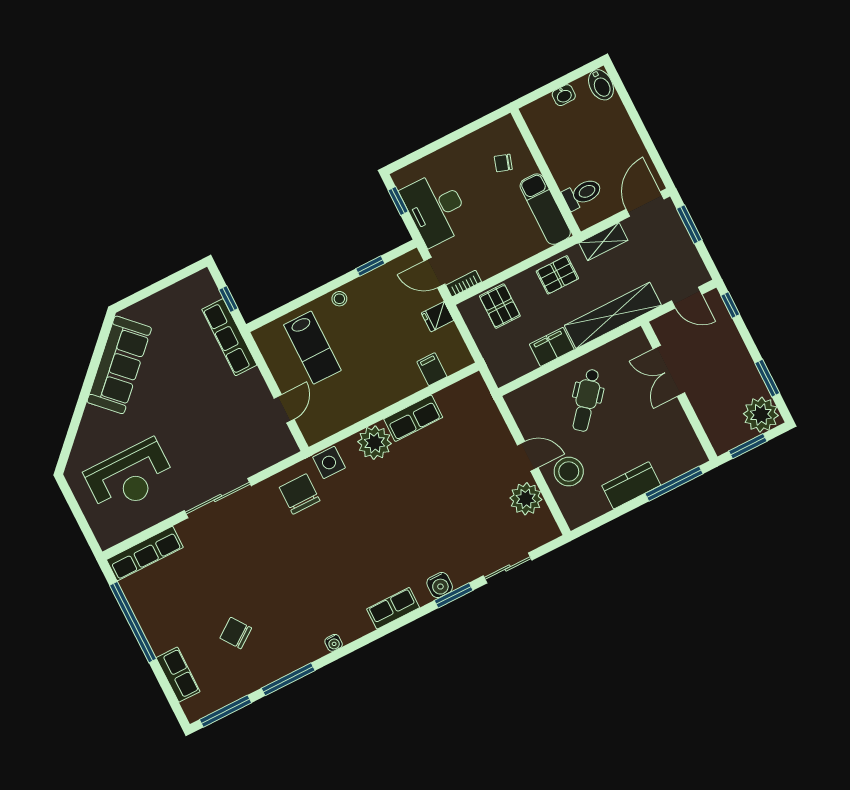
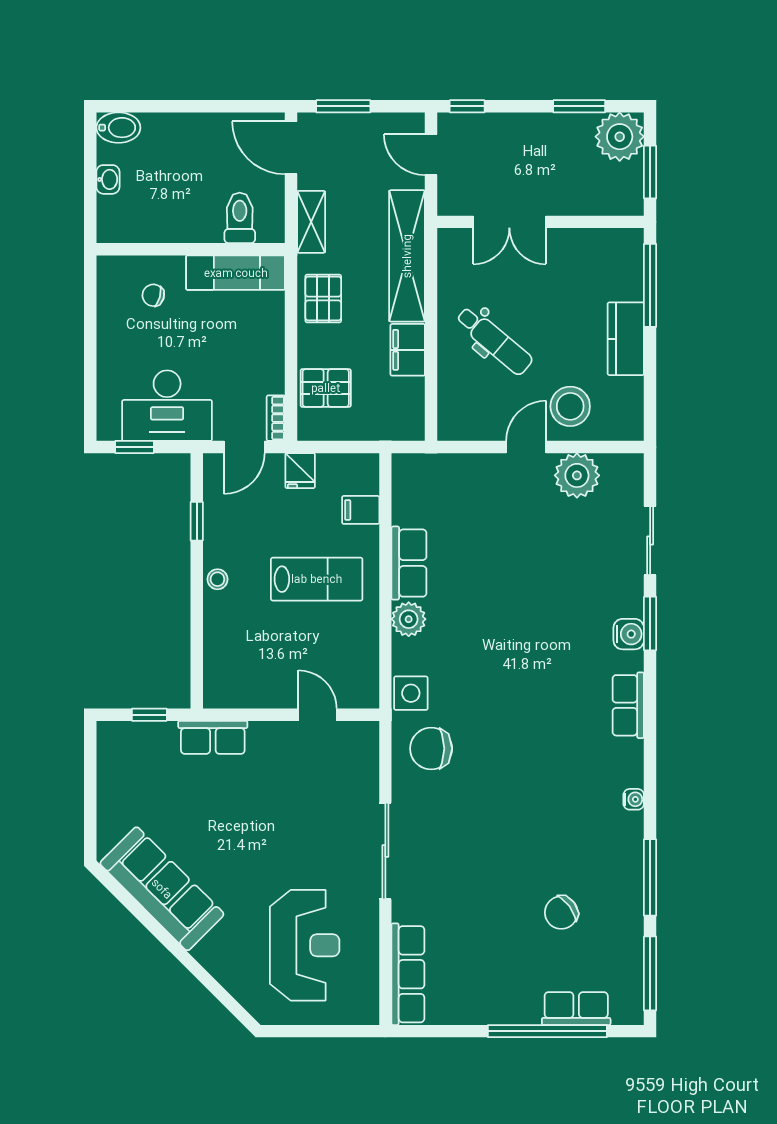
chair: (503, 163) -> (153, 295), turned 88
door: (687, 298) -> (431, 155), swing flipped
row of seats: (229, 337) -> (213, 737), width x0.68
lab bench: (312, 348) -> (317, 579), moved
plant: (375, 443) -> (409, 619), width x0.73, depth x0.73
window: (133, 622) -> (547, 1031), moved

